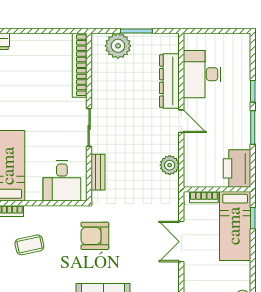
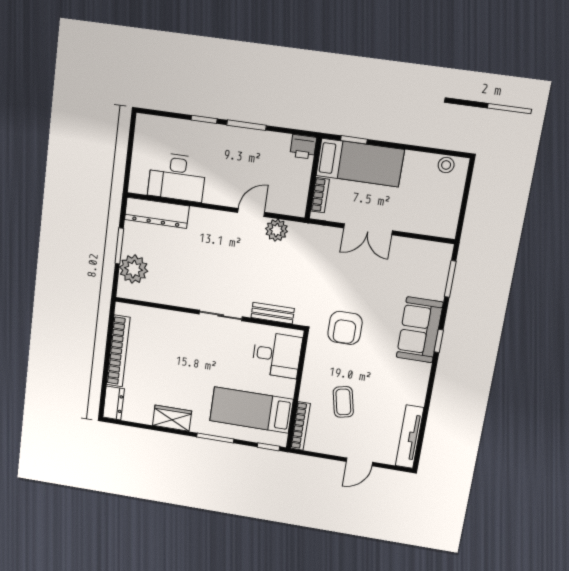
bookcase: (80, 65) -> (118, 351), moved, turned -90
dresser: (169, 81) -> (157, 213), moved
door: (181, 121) -> (251, 212), moved
printer: (237, 168) -> (303, 147), width x0.53, depth x0.68

